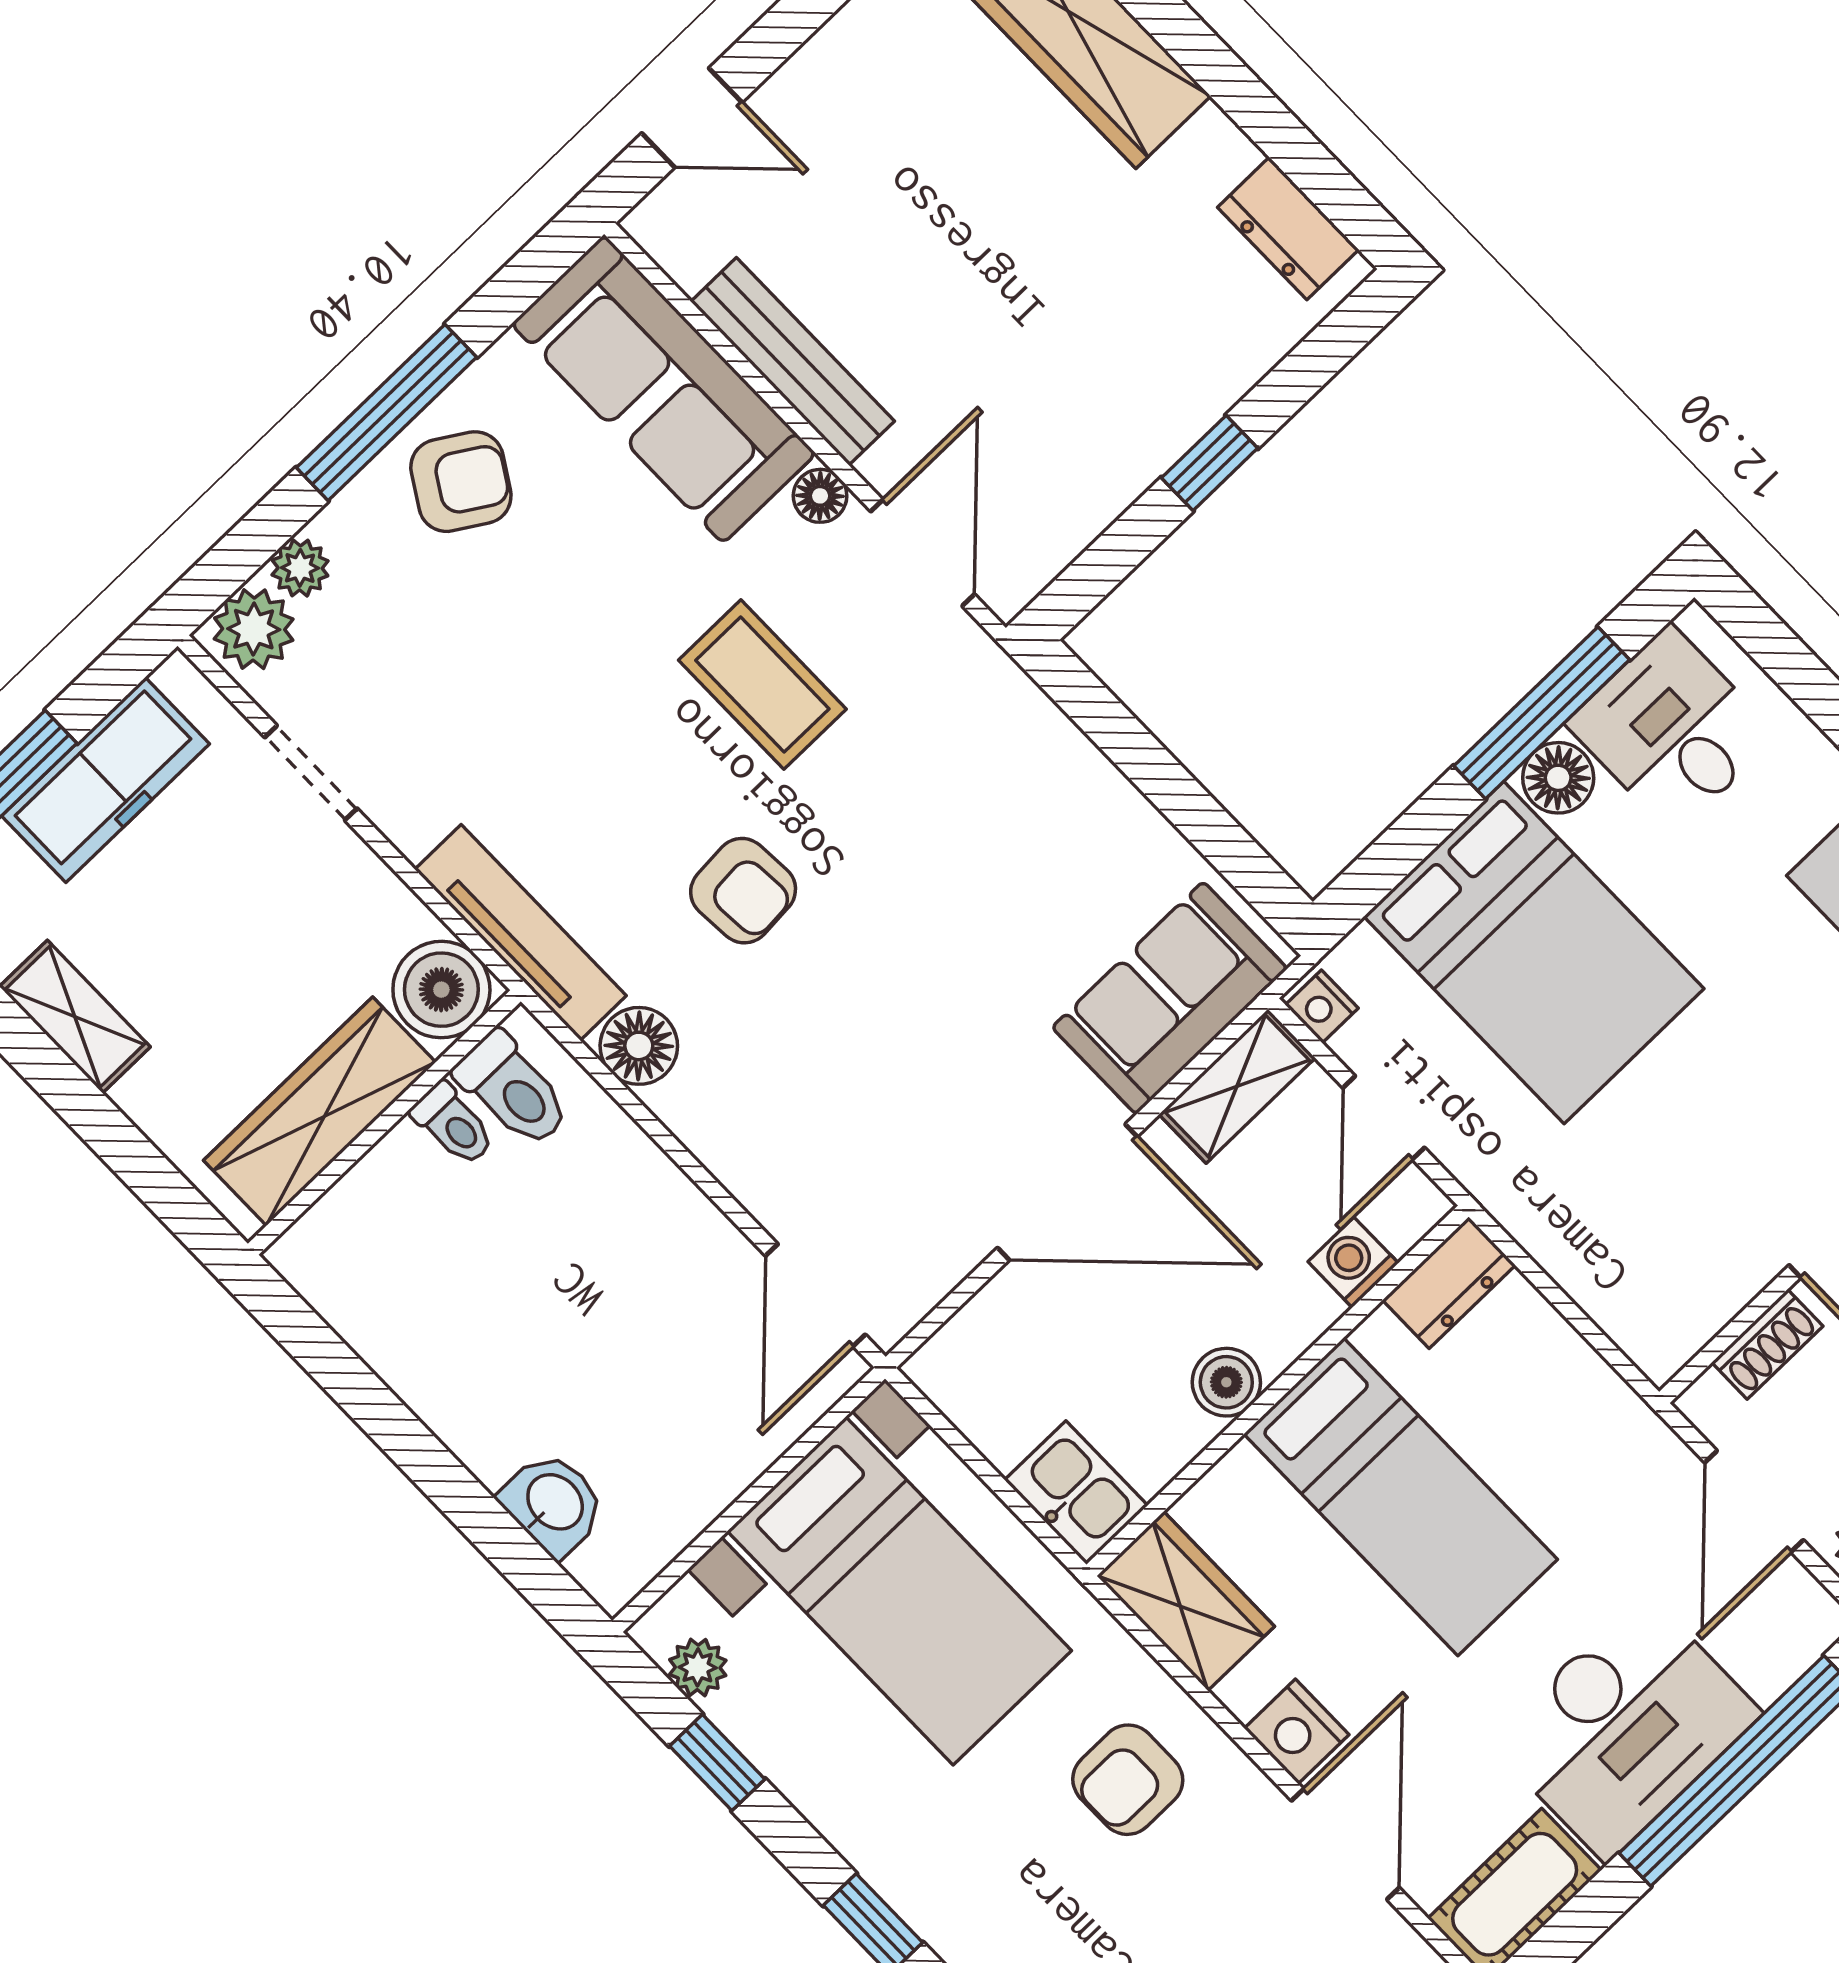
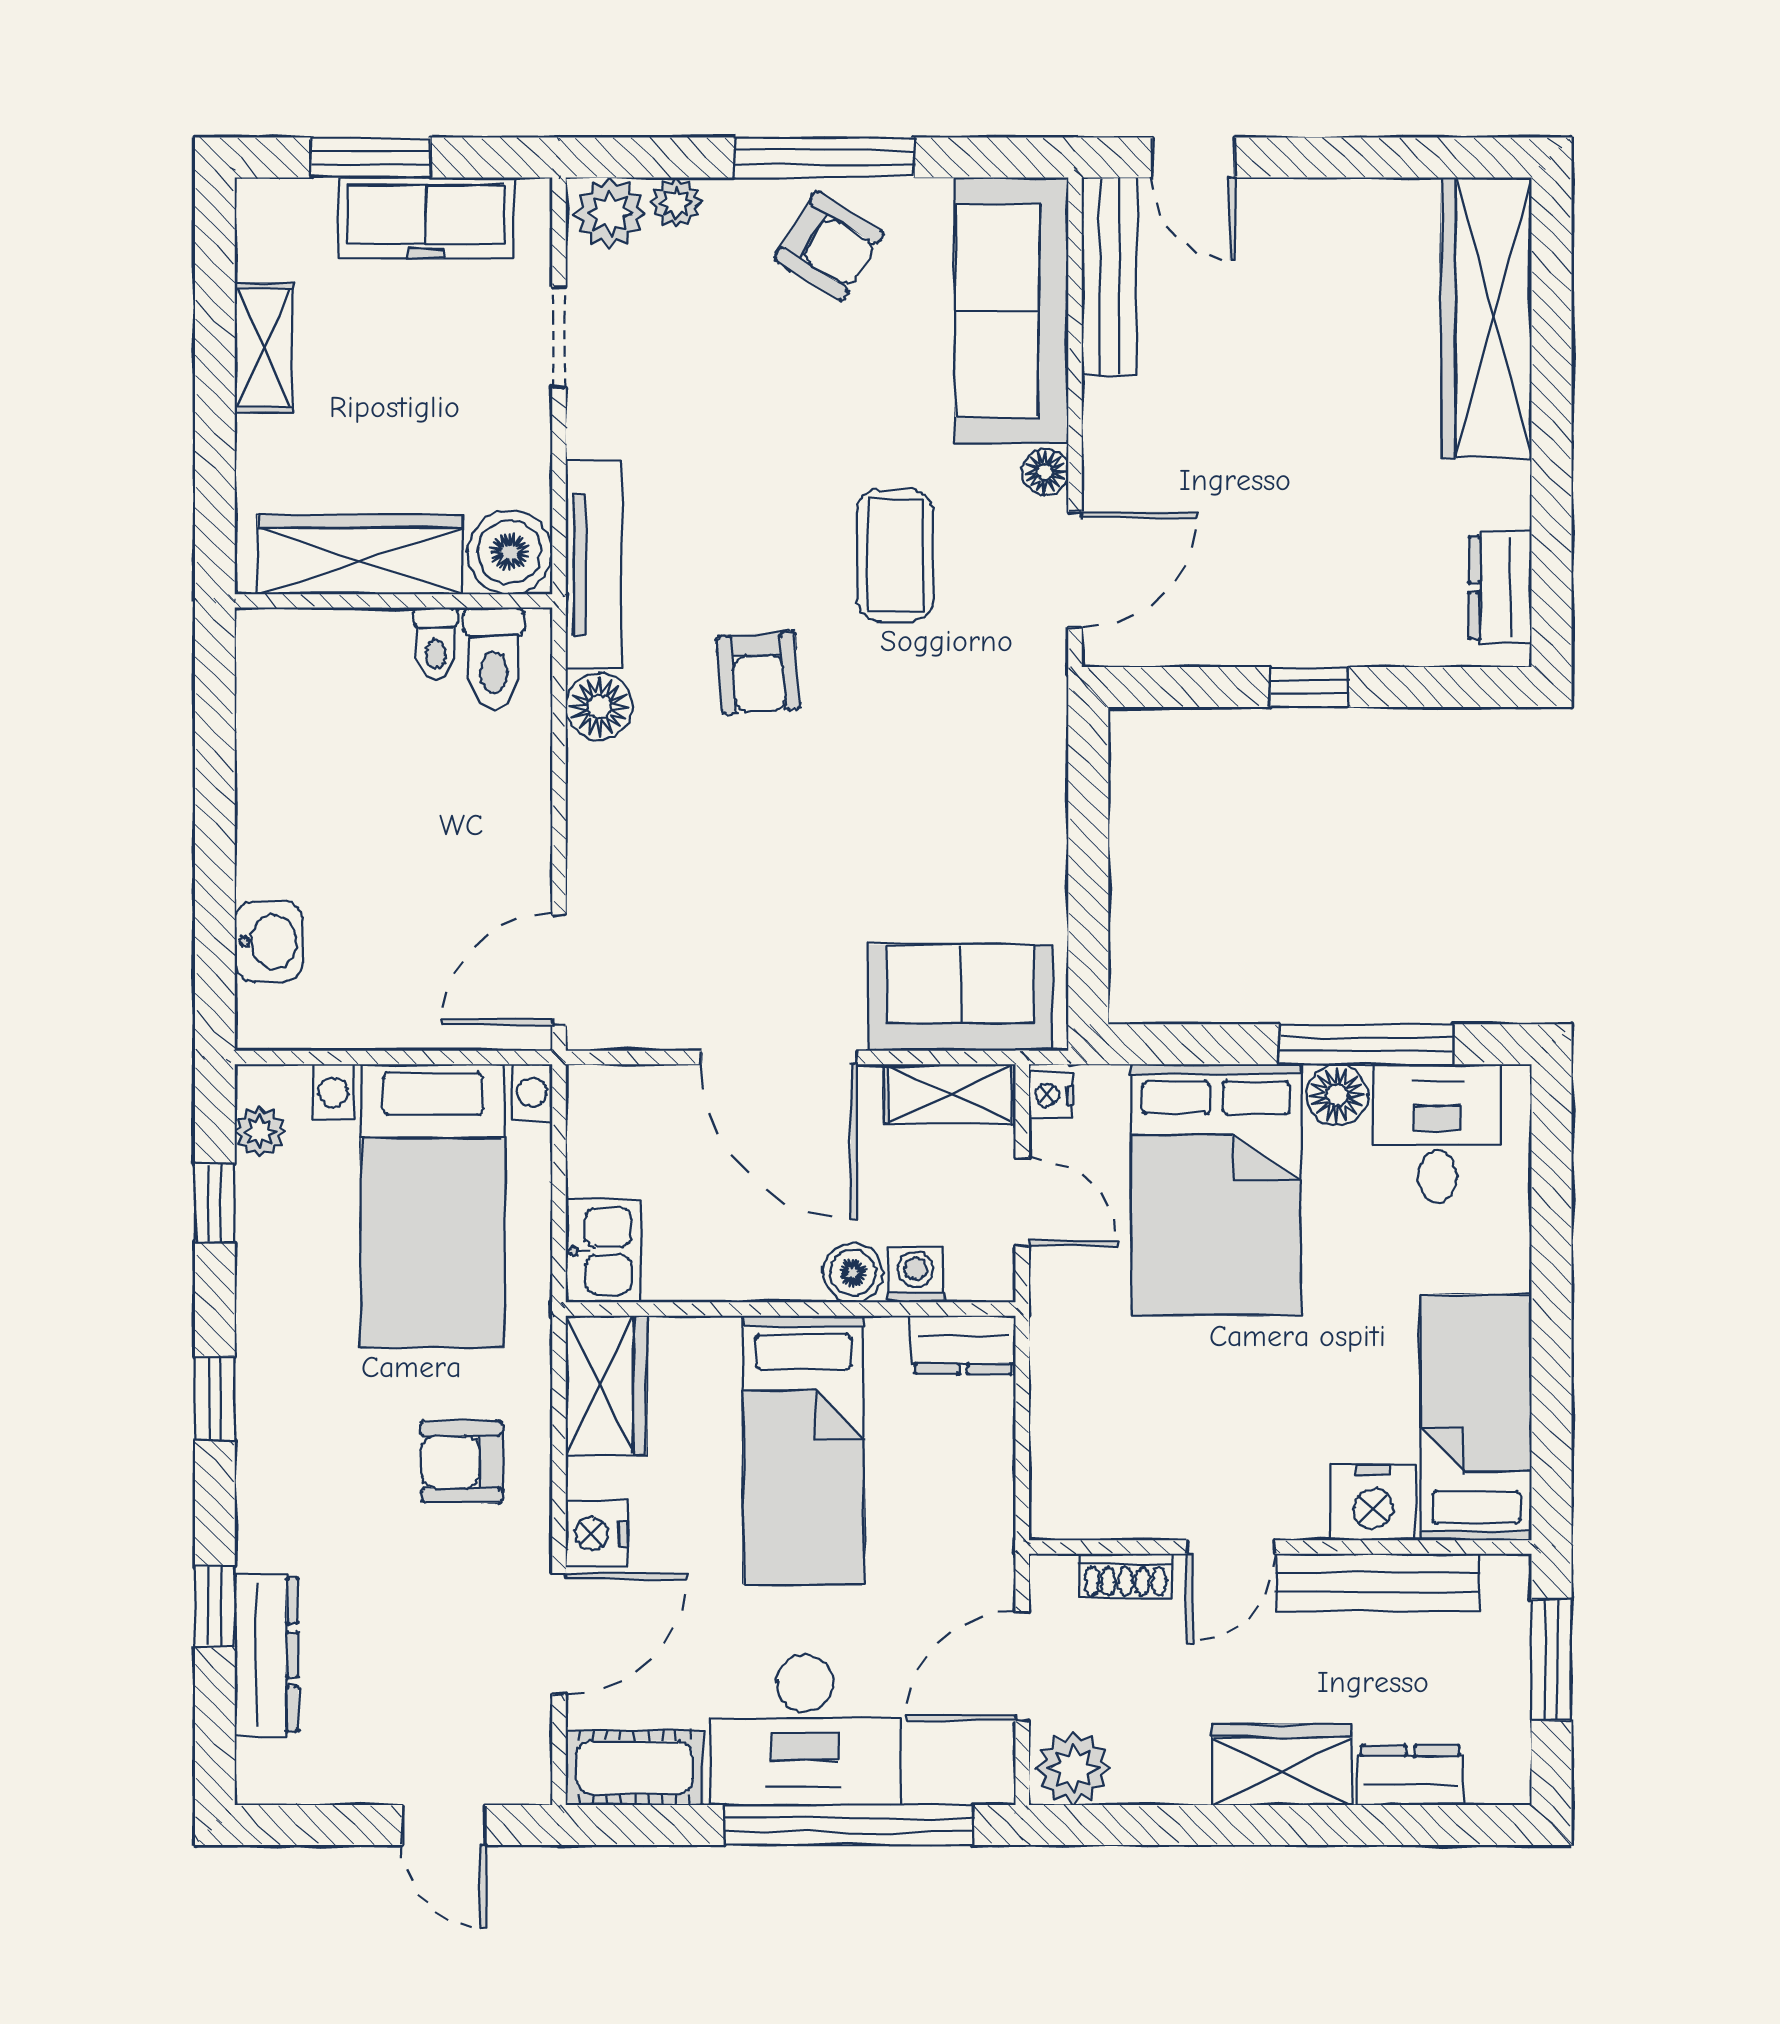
bench: (793, 361) -> (1109, 277), moved
door: (1384, 1118) -> (1022, 1202), swing flipped
boiler: (1226, 1382) -> (853, 1273), moved

